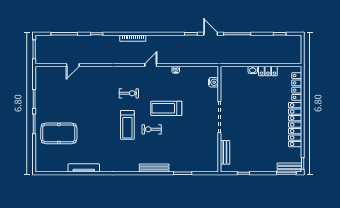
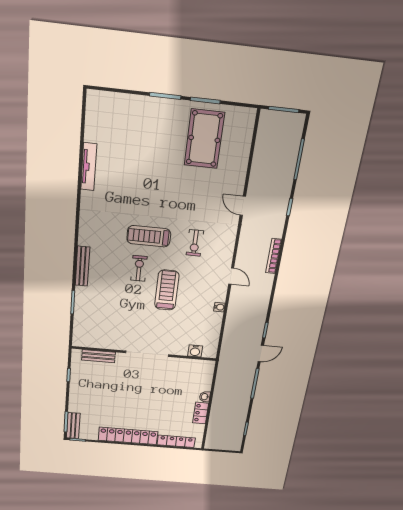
door: (73, 65) -> (243, 206), moved
pool table: (59, 133) -> (204, 139), moved

